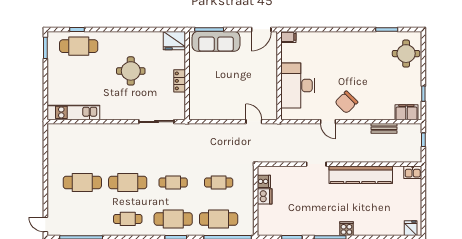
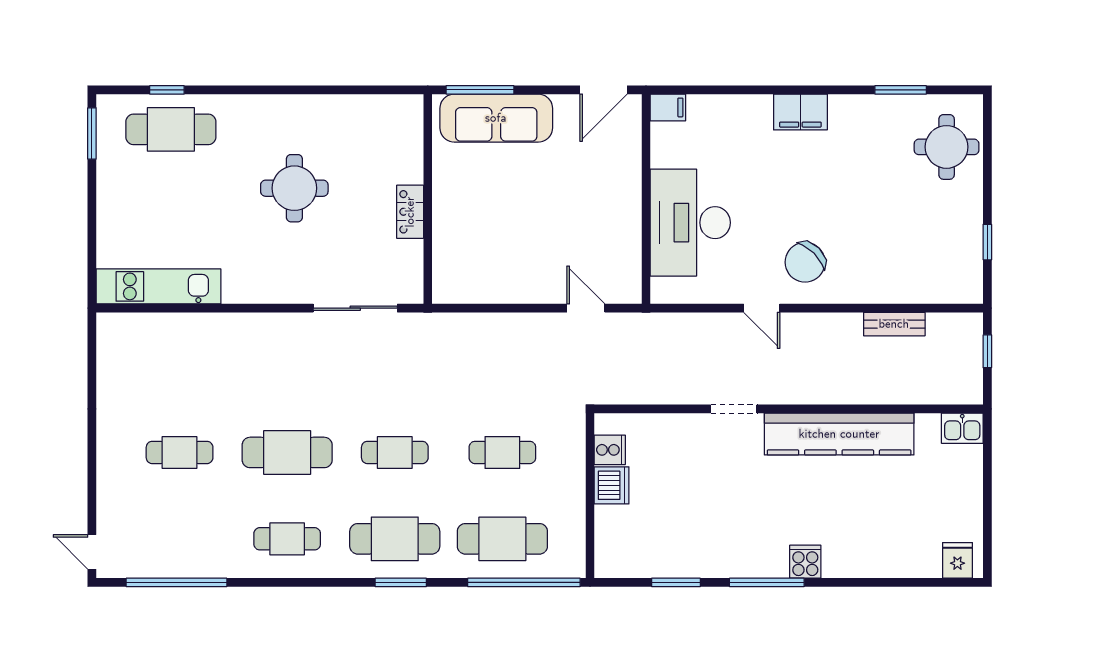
fridge: (174, 41) -> (397, 116), removed
filing cabinet: (406, 112) -> (800, 112), moved, turned 180
cafe table: (82, 183) -> (180, 452), width x0.73, depth x0.74

